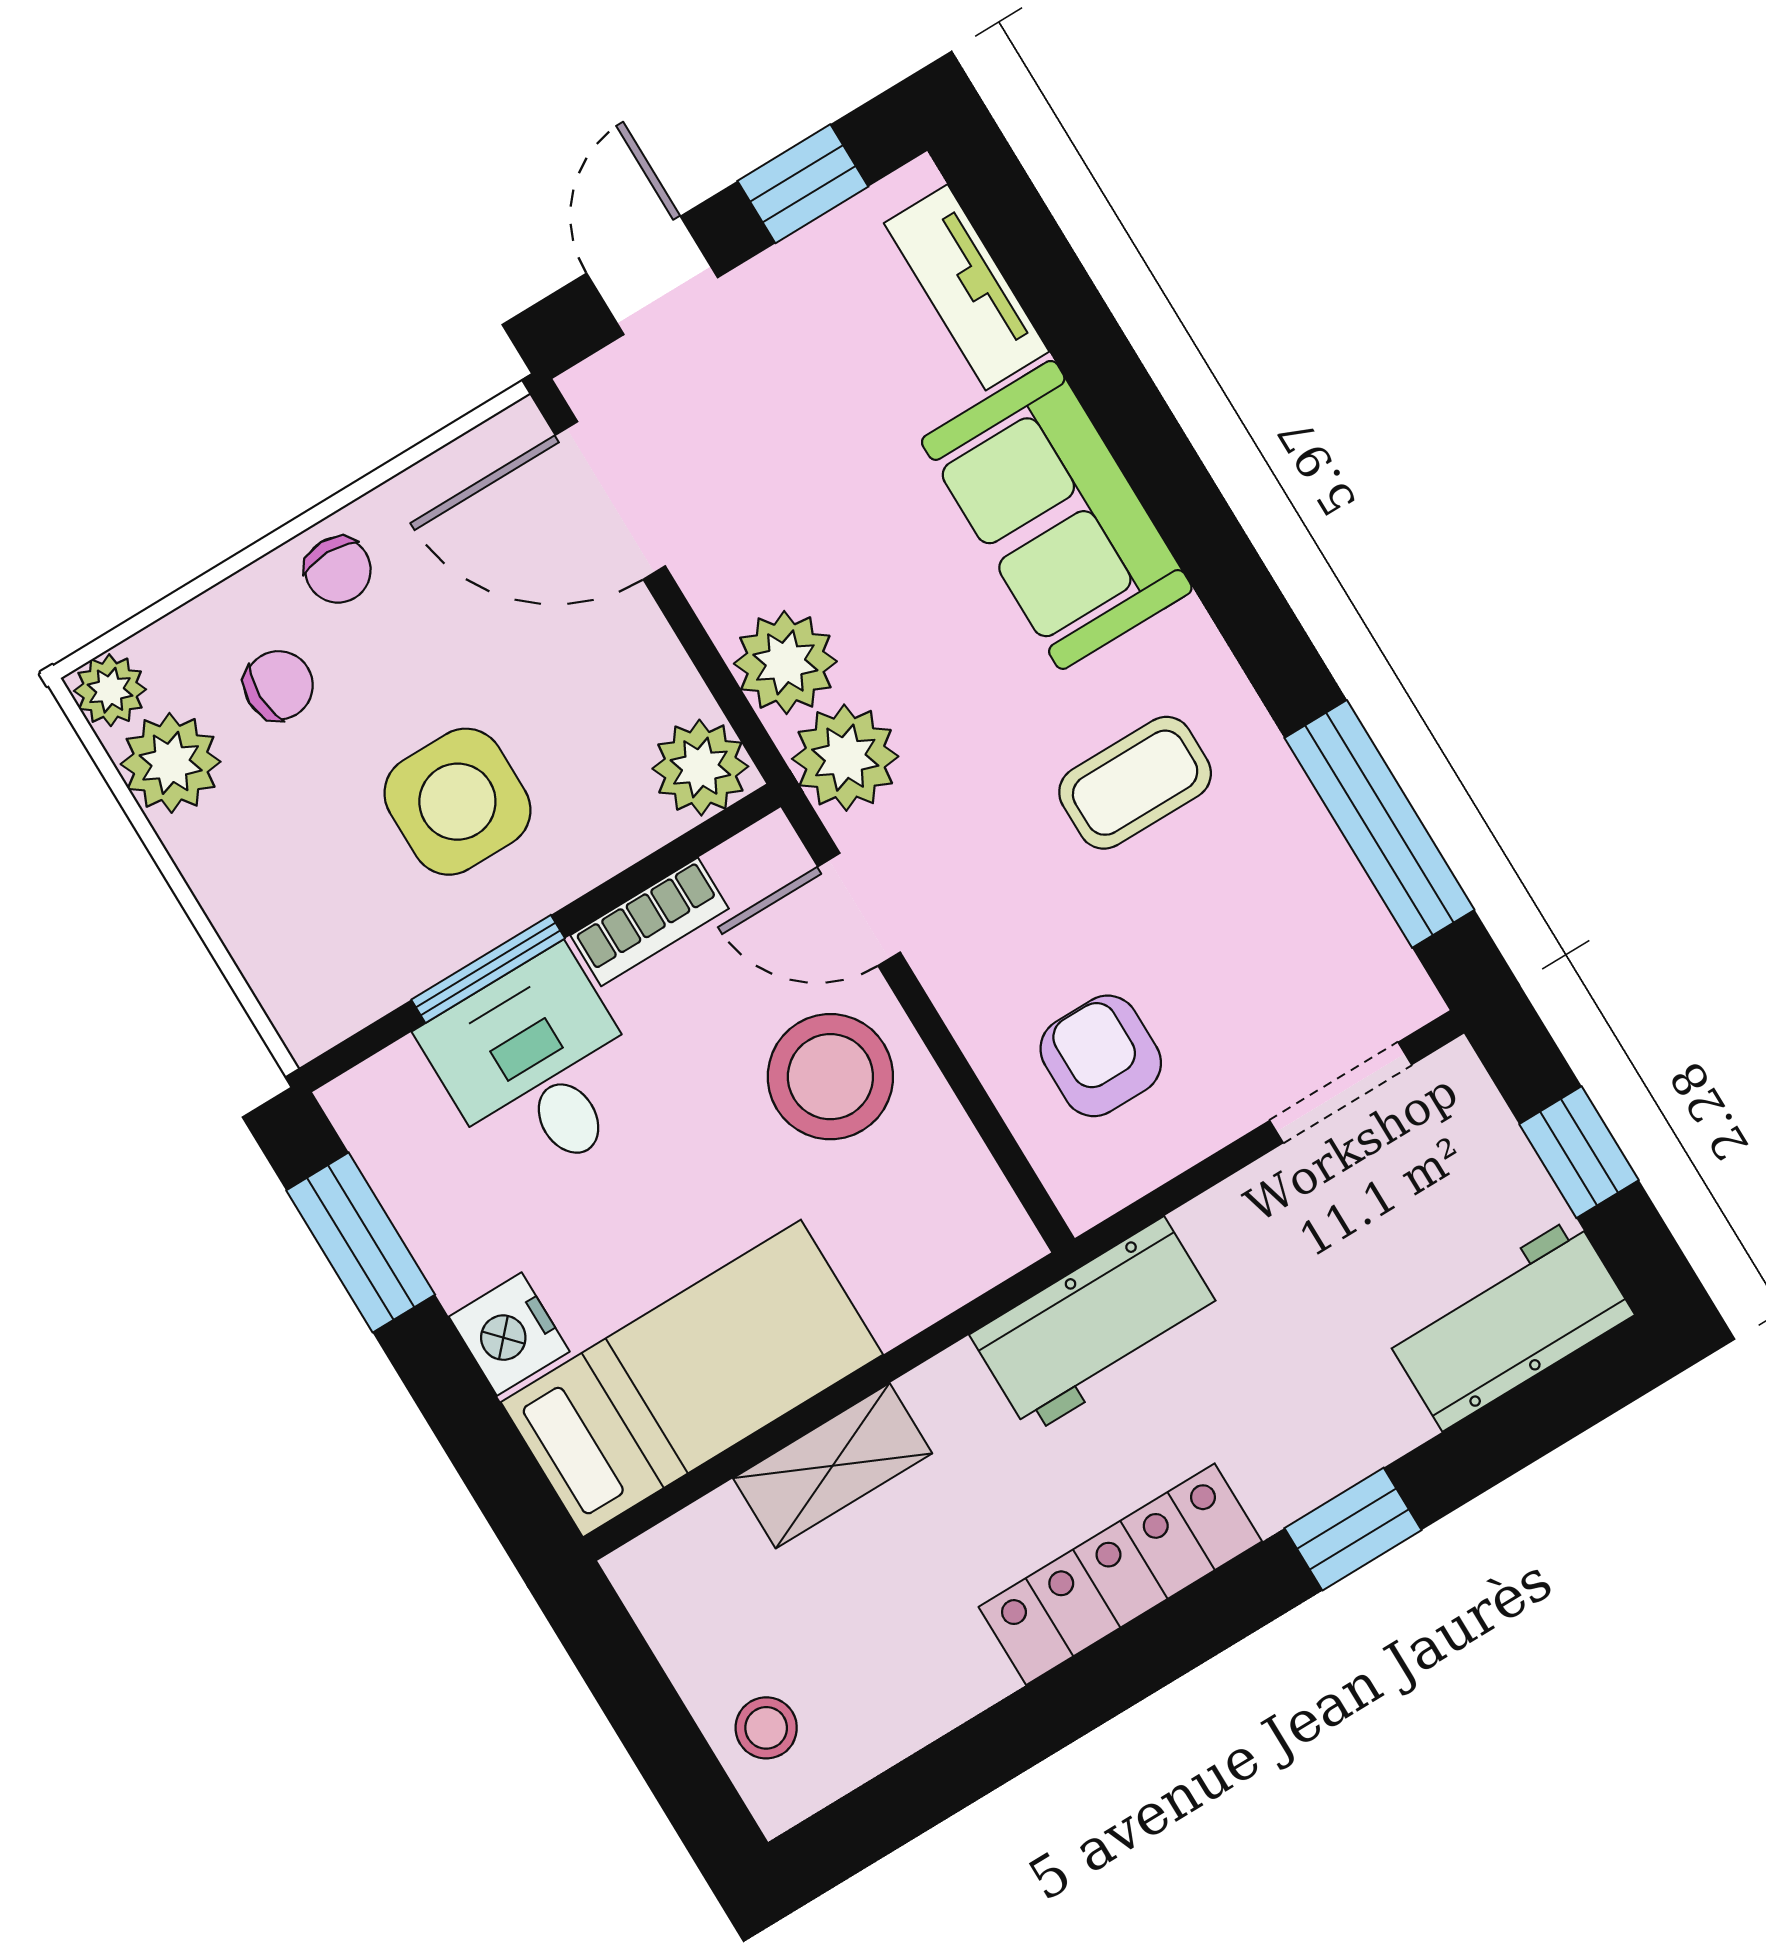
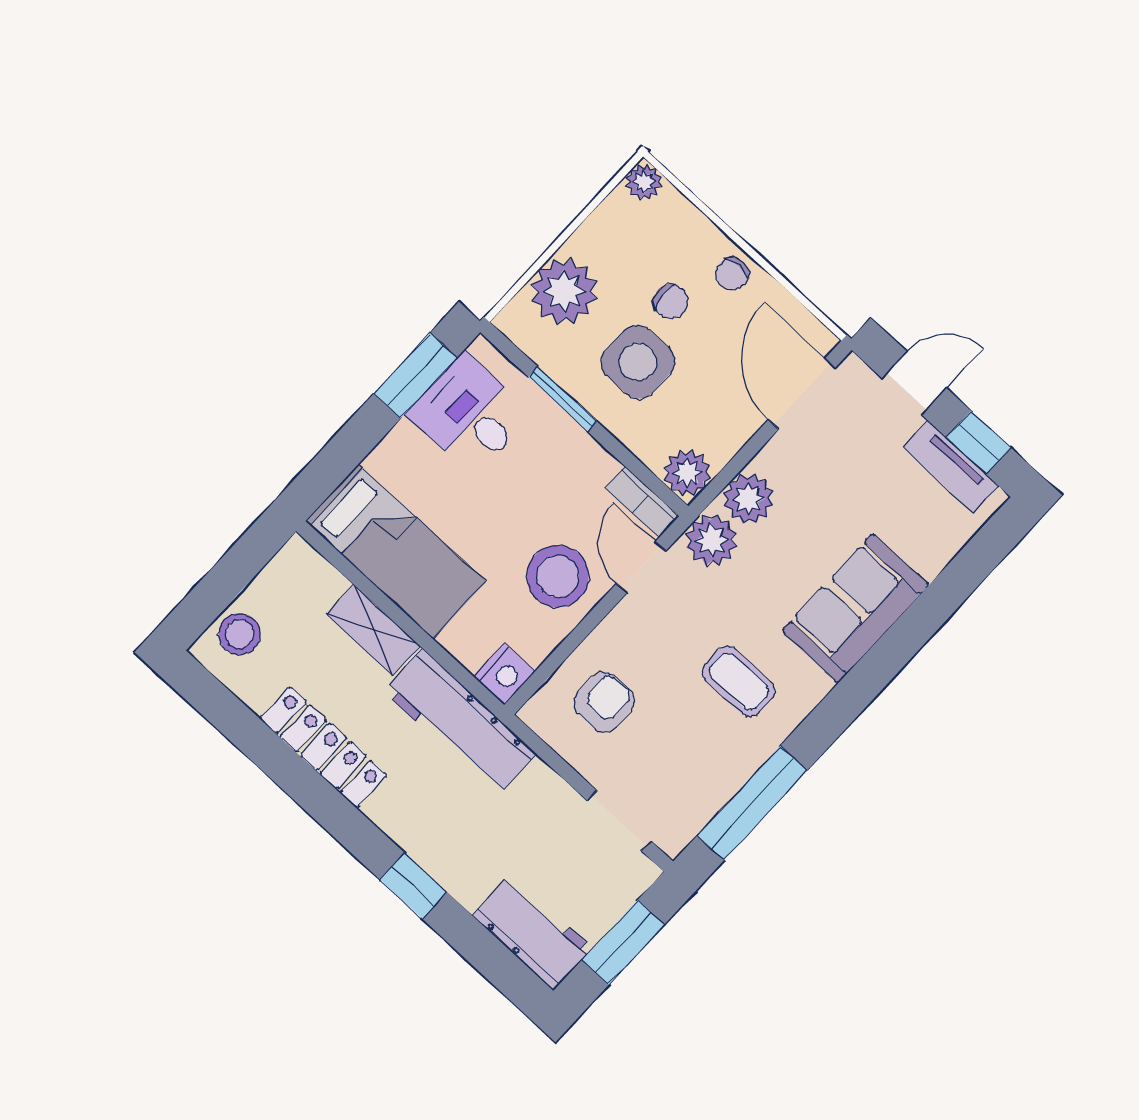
tv unit: (967, 287) -> (951, 467), moved, turned -90
chair: (279, 685) -> (671, 302), moved
plant: (171, 763) -> (564, 291), moved, width x1.36, depth x1.36
bookcase: (650, 922) -> (642, 502), moved
desk: (538, 1068) -> (469, 414), moved, turned -90
window: (1579, 1152) -> (623, 942), width x1.50
workbench: (1097, 1326) -> (460, 722), width x1.38
nightstand: (509, 1334) -> (504, 674), moved, turned 180
locker: (1120, 1574) -> (323, 747), moved
stool: (766, 1728) -> (240, 634), width x1.37, depth x1.37

